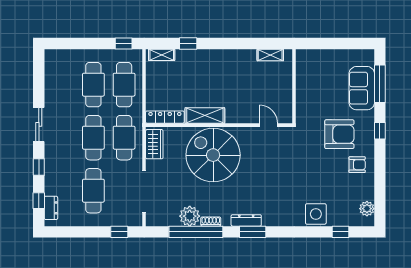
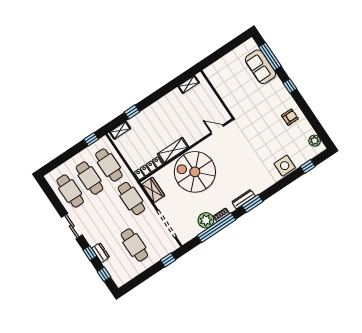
armchair: (339, 134) -> (266, 105), removed
cafe table: (93, 138) -> (70, 191), moved
dresser: (51, 208) -> (101, 253), moved

